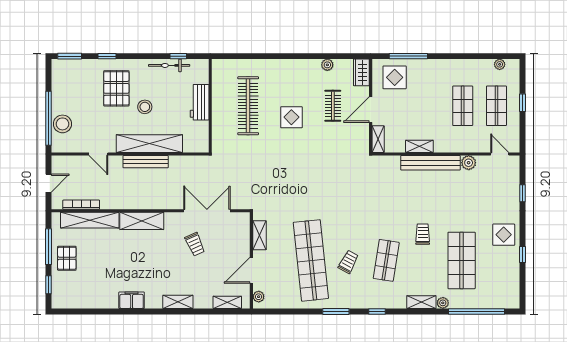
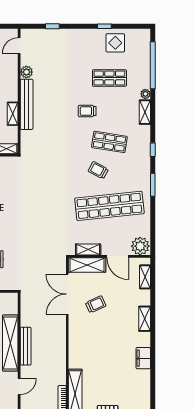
shelving: (142, 221) -> (87, 265), moved, turned 90
display table: (504, 235) -> (115, 43), moved
shop shelf: (462, 260) -> (109, 78), width x0.70, depth x0.74
trolley: (348, 262) -> (98, 170), moved
plant: (259, 297) -> (140, 246), width x1.87, depth x1.87

